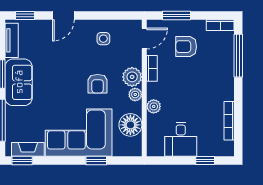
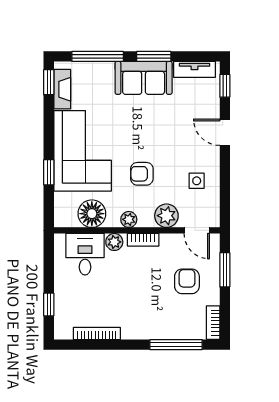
bookcase: (152, 68) -> (143, 240), moved
plant: (132, 77) -> (166, 216), moved
desk: (181, 139) -> (85, 254), moved, turned 90

